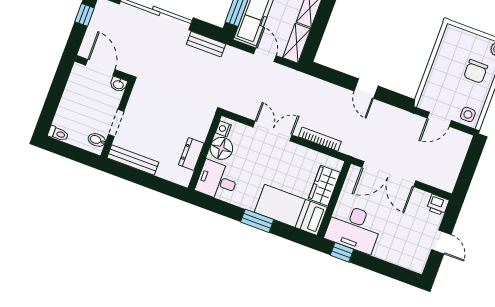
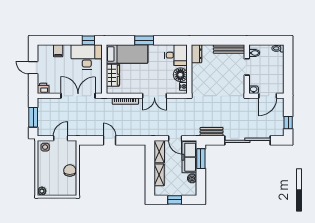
door: (100, 67) -> (268, 96), hinge flipped
chair: (476, 71) -> (70, 171), moved
dresser: (191, 154) -> (197, 54), moved
window: (469, 166) -> (33, 117), added
filing cabinet: (394, 254) -> (58, 51), added

